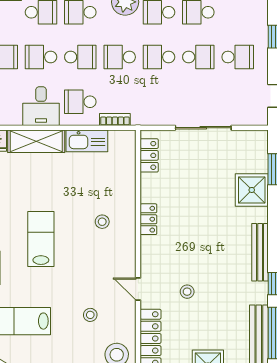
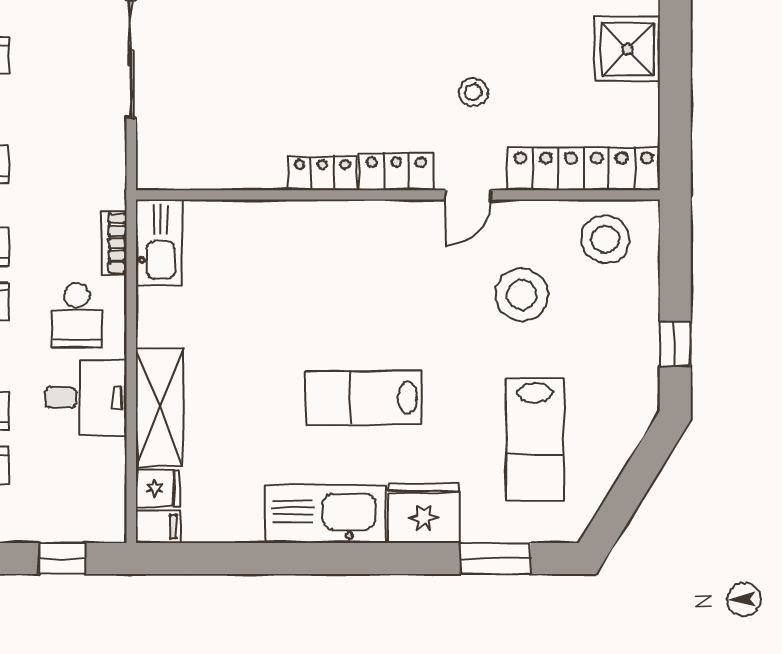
kitchen sink: (87, 141) -> (159, 243), moved
locker: (149, 155) -> (396, 172), moved
stool: (102, 222) -> (327, 270), removed
stool: (90, 315) -> (522, 295), width x1.89, depth x1.89

